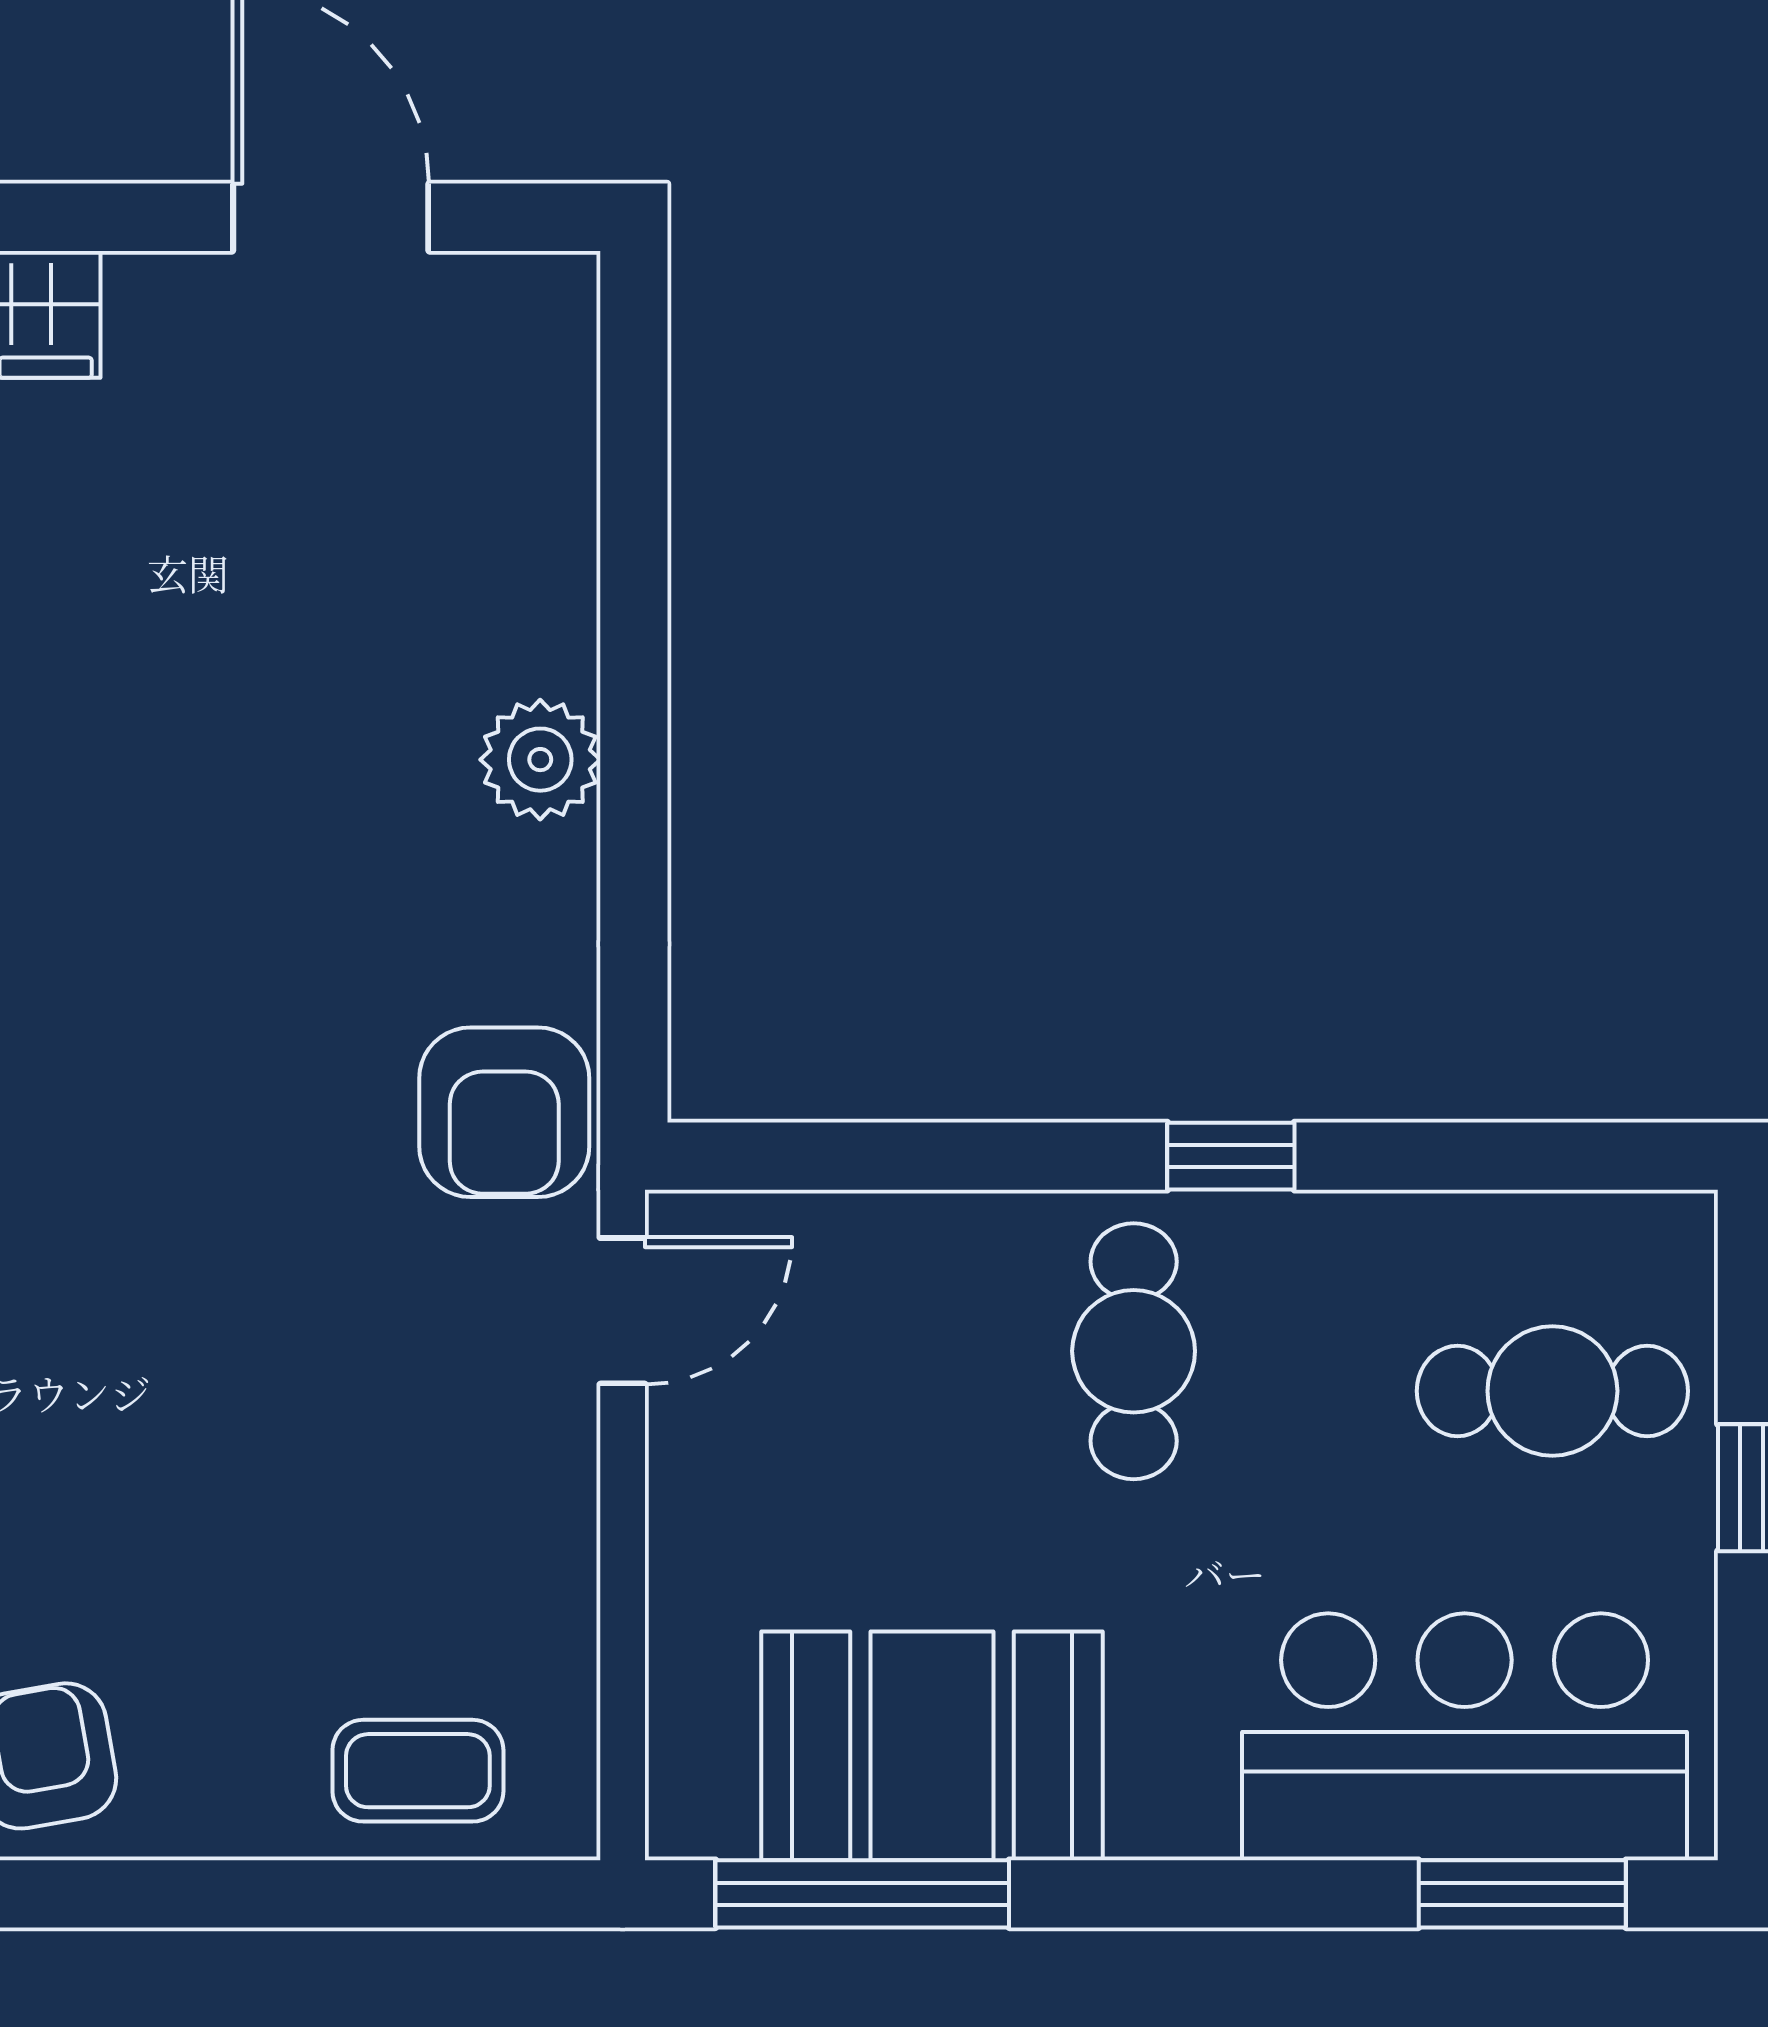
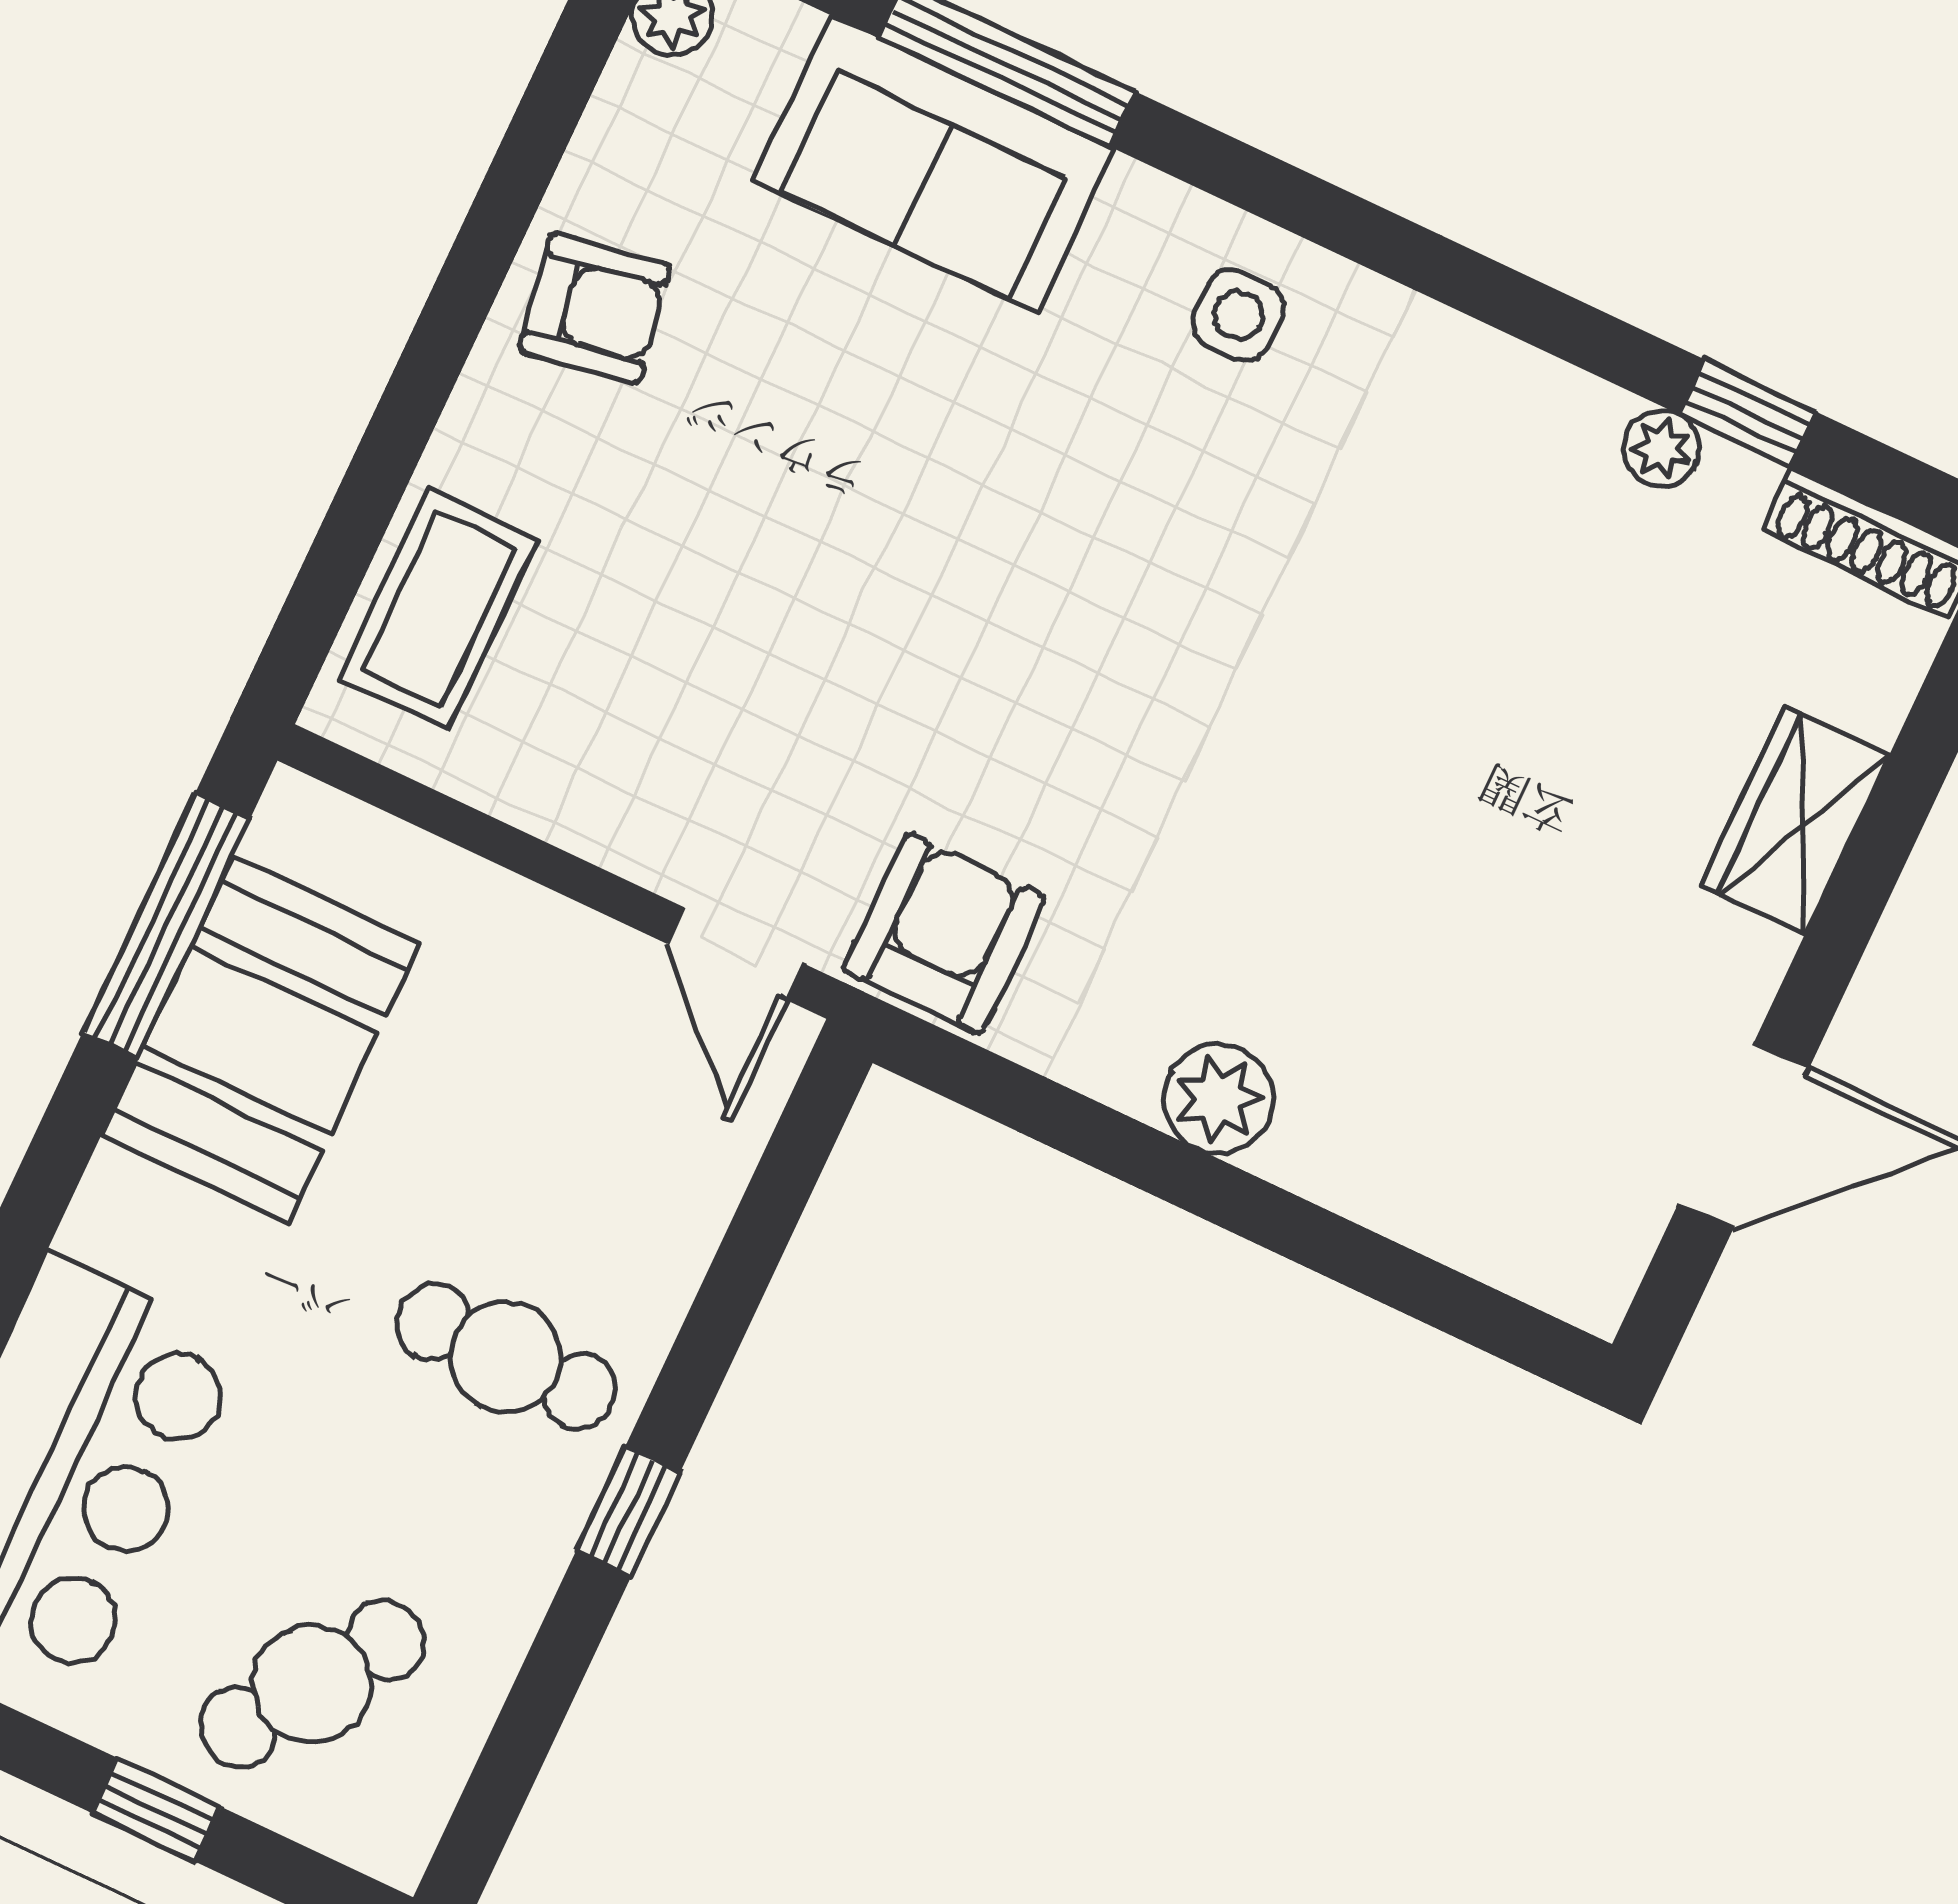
armchair: (504, 1112) -> (944, 933), turned 90
cafe table: (1552, 1391) -> (312, 1684), turned 34
coffee table: (418, 1771) -> (438, 609), width x1.36, depth x1.30

